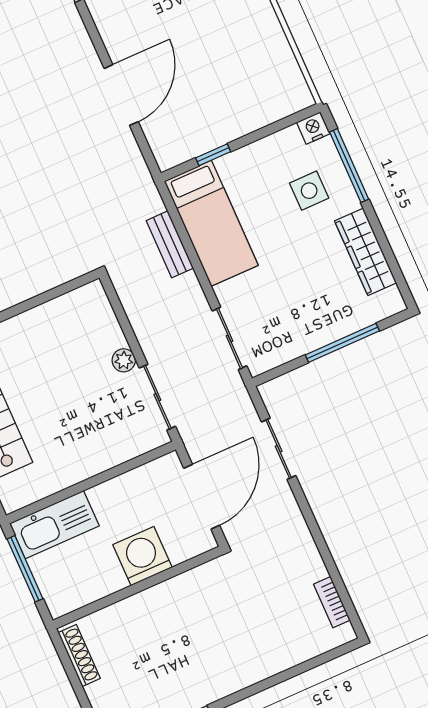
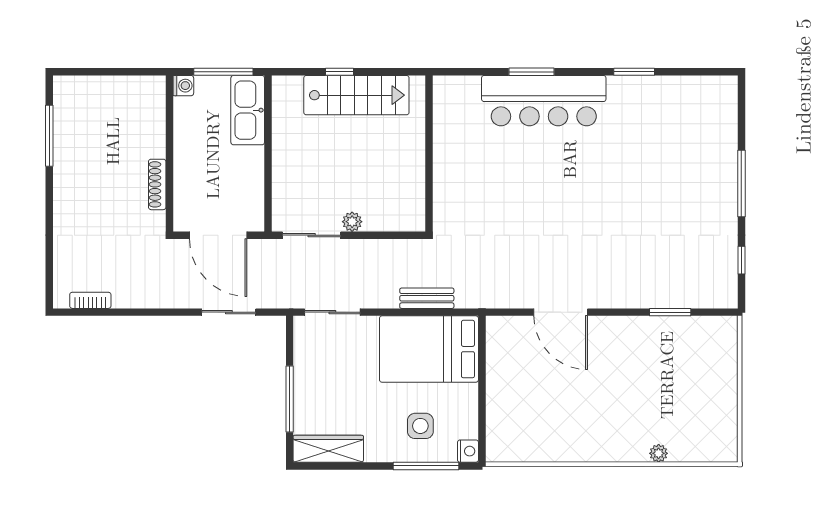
window: (213, 155) -> (482, 363), removed
bed: (211, 223) -> (429, 349), width x1.50
wardrobe: (366, 252) -> (328, 449), moved
washing machine: (143, 556) -> (183, 86), moved, width x0.53, depth x0.53
shoe rack: (79, 656) -> (157, 184), moved, turned 90

